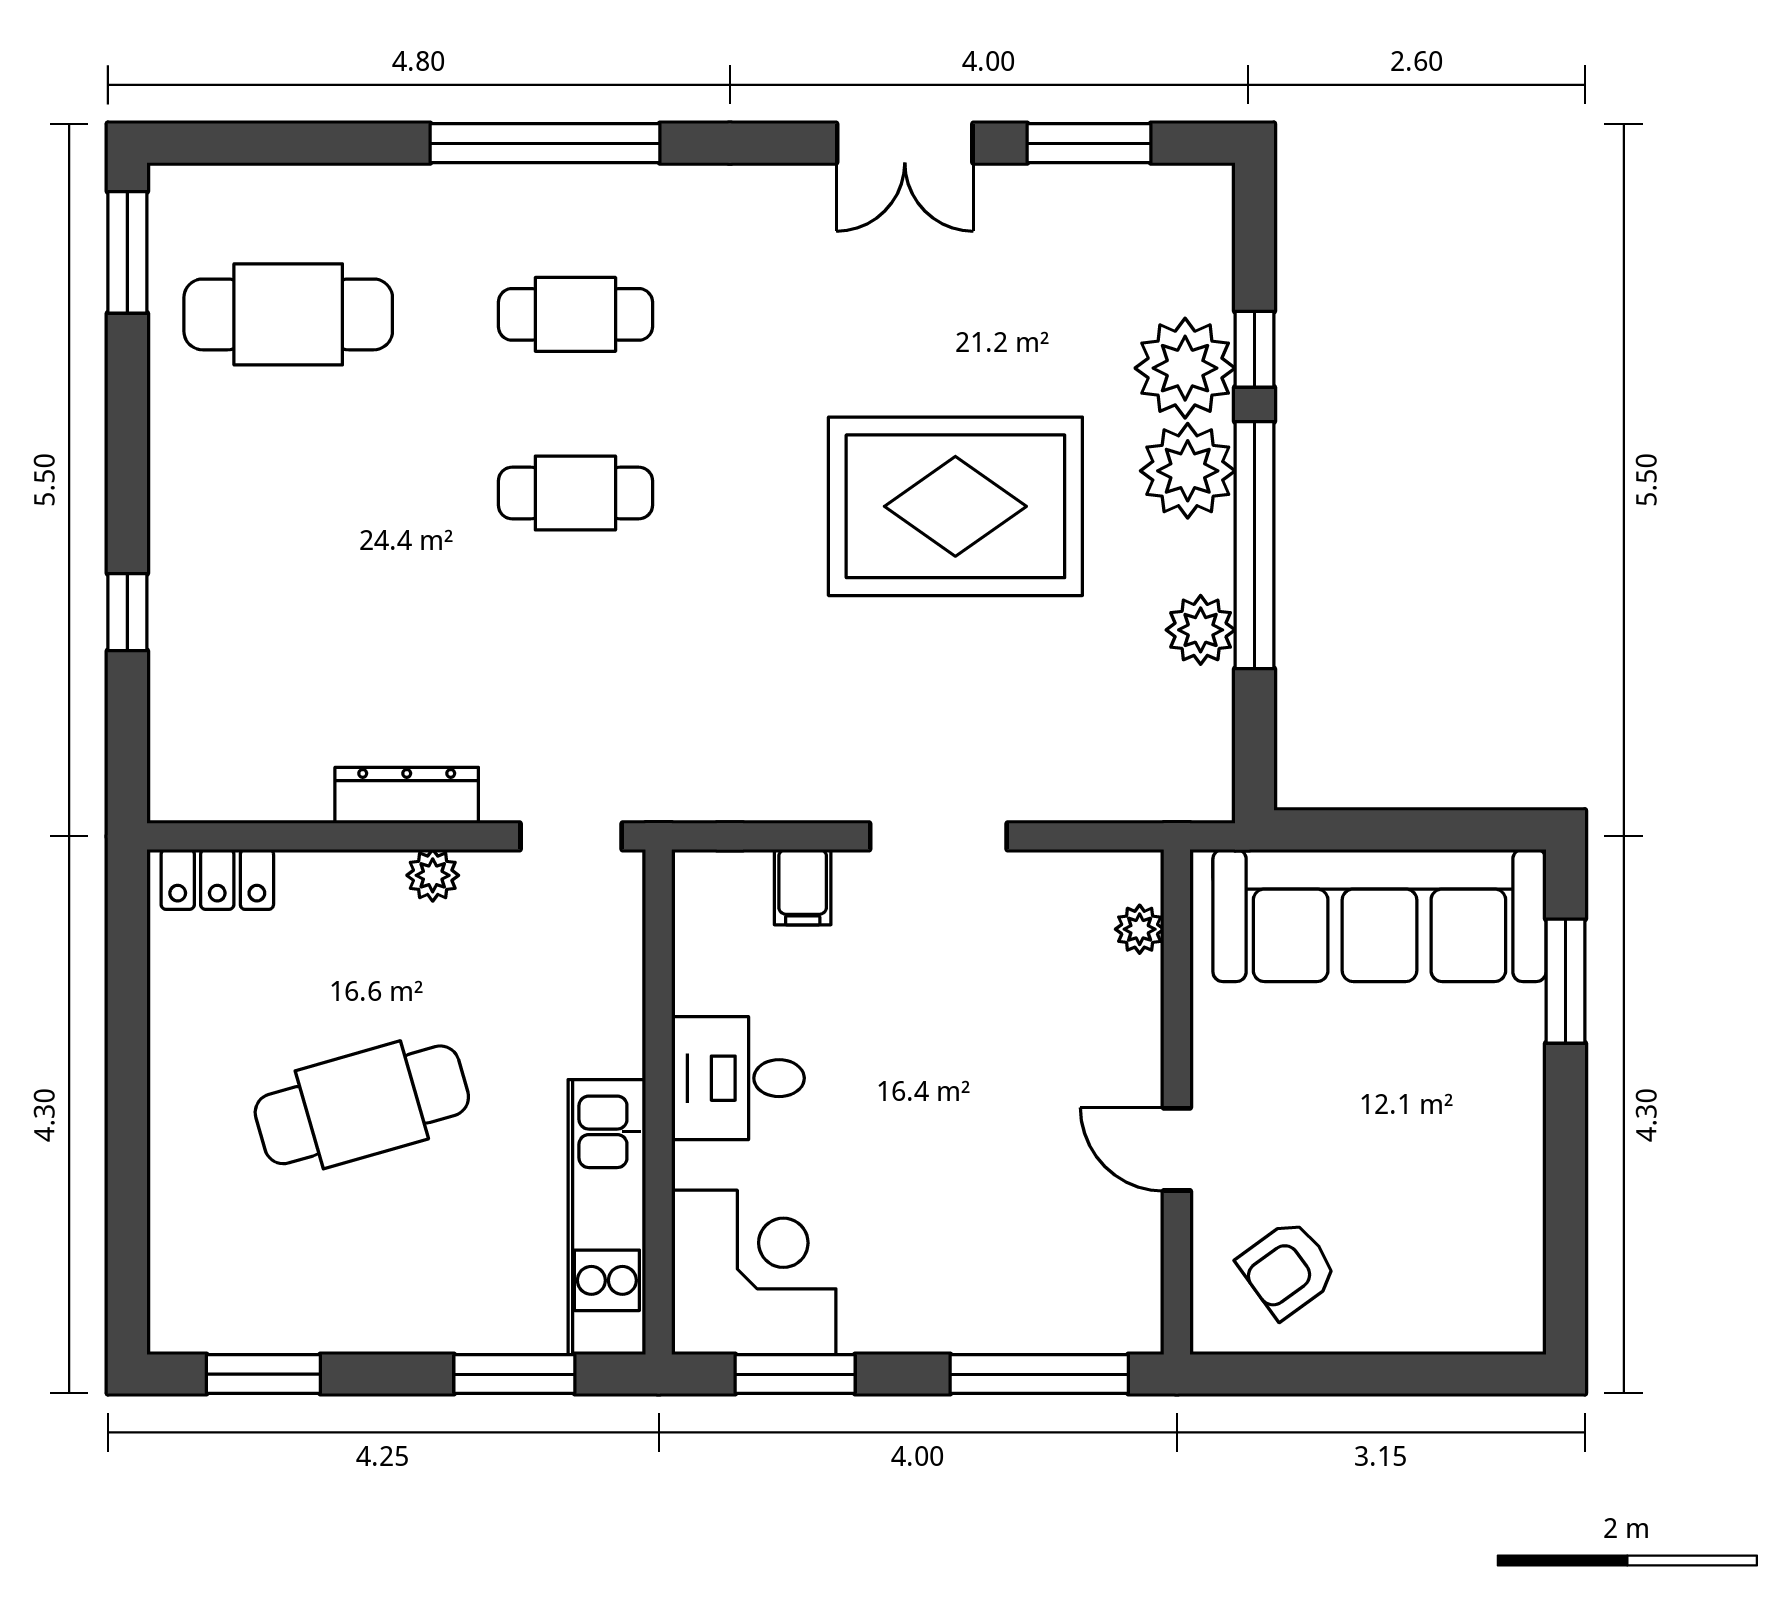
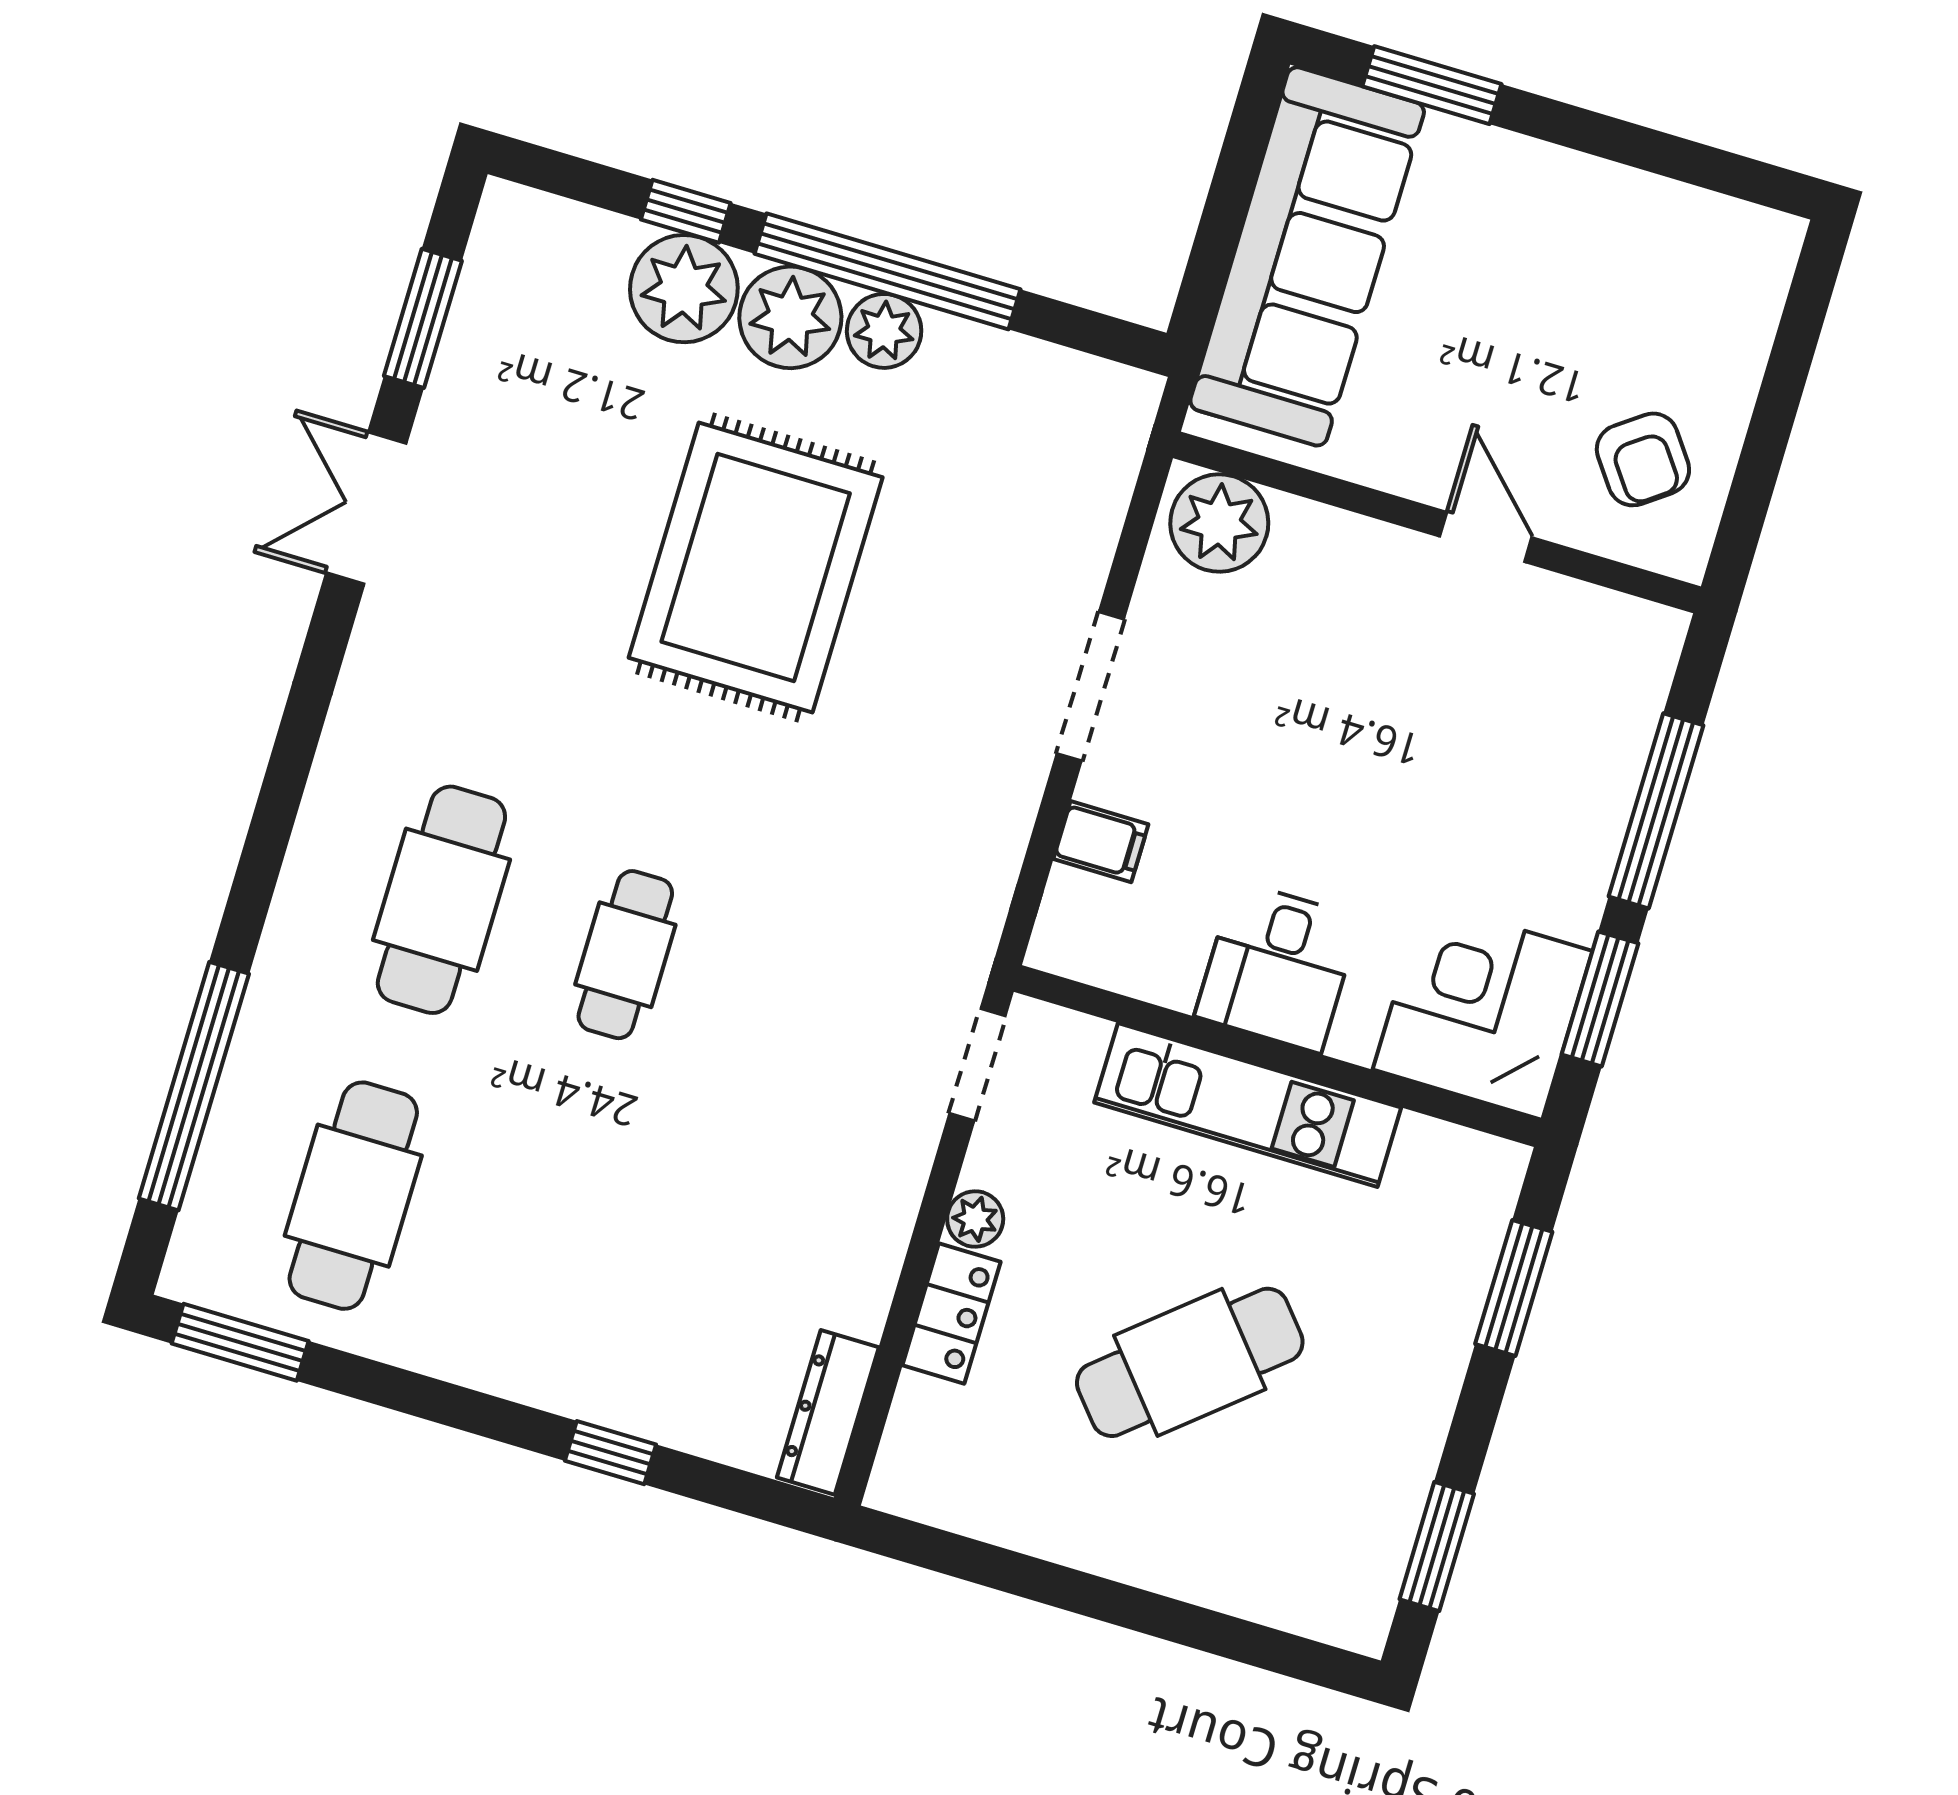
window: (545, 143) -> (194, 1086), moved
double door: (905, 143) -> (366, 508), swing flipped
cafe table: (575, 314) -> (441, 900), width x1.37, depth x1.35
plant: (1201, 630) -> (884, 331), moved
dresser: (407, 795) -> (828, 1412), moved
locker: (217, 879) -> (952, 1313), moved
plant: (1140, 929) -> (1219, 523), width x1.87, depth x1.87
cafe table: (362, 1105) -> (1190, 1362), turned 66
door: (1177, 1149) -> (1486, 537), swing flipped
kitchen unit: (607, 1217) -> (1248, 1105), moved
window: (1039, 1374) -> (1656, 811), moved

